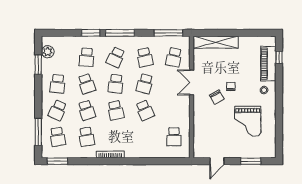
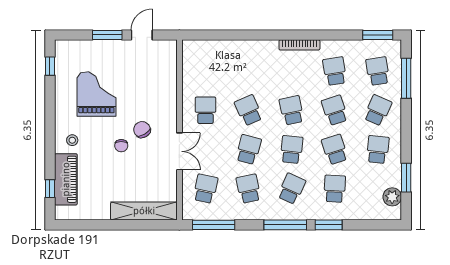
school desk: (174, 137) -> (205, 110), moved
window: (279, 140) -> (50, 66), added
window: (251, 161) -> (107, 35), moved

